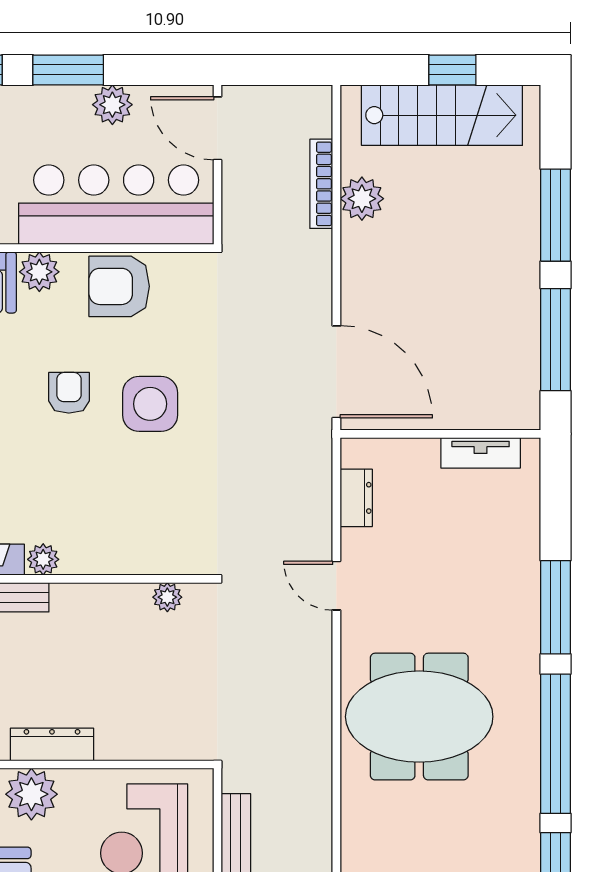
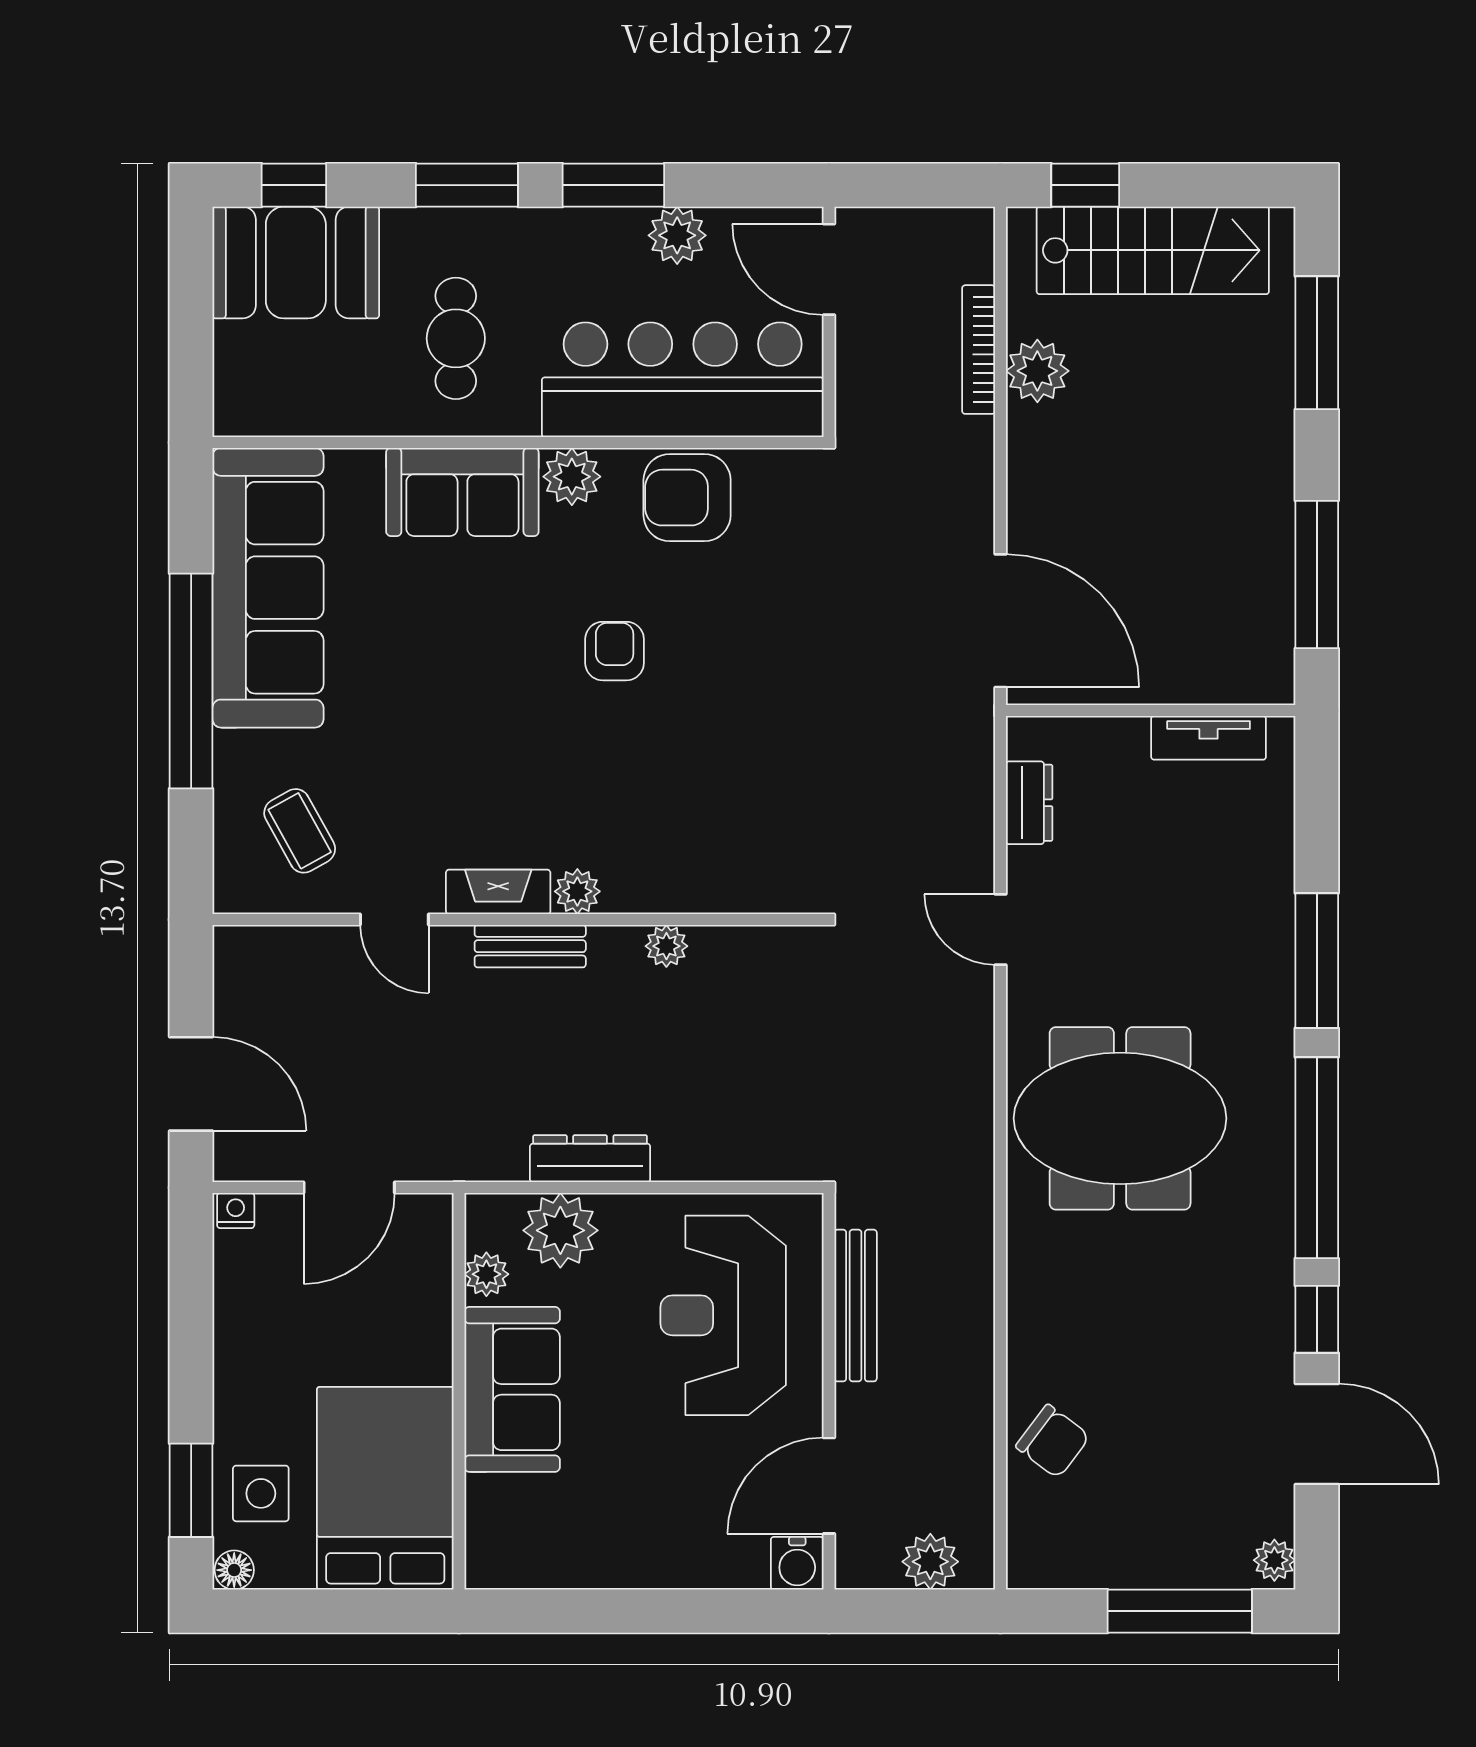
window: (452, 70) -> (1085, 185), moved
window: (556, 215) -> (1317, 343), moved
side table: (150, 404) -> (732, 667), removed
plant: (167, 597) -> (666, 946), moved

